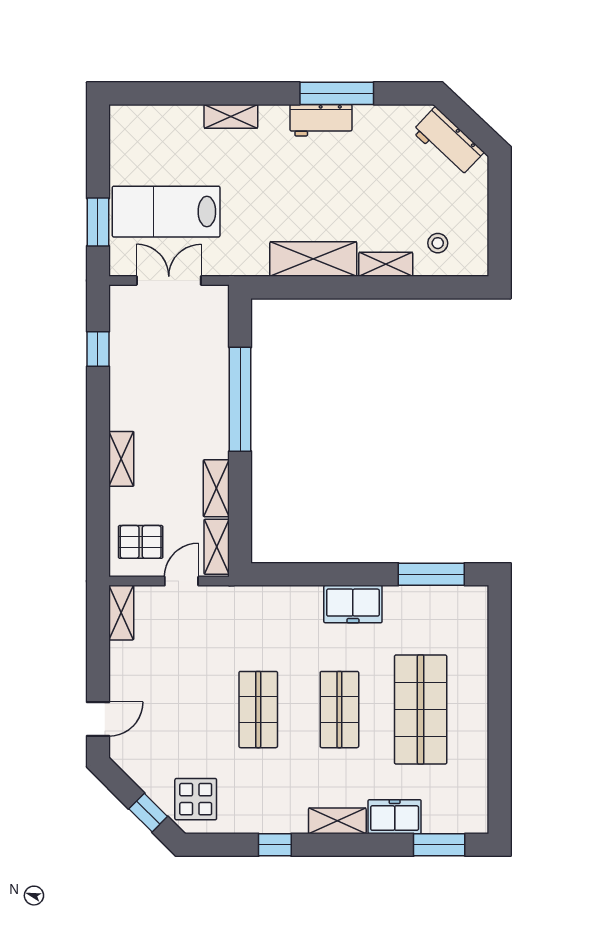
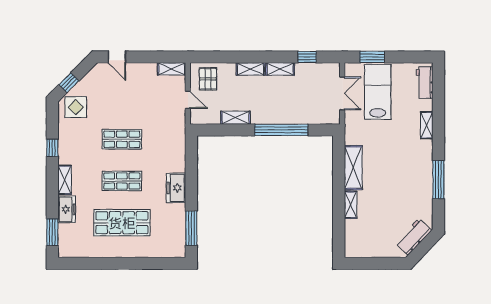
workbench: (321, 120) -> (425, 83), moved
stool: (438, 243) -> (361, 231), removed
shelving: (217, 547) -> (280, 69), moved

